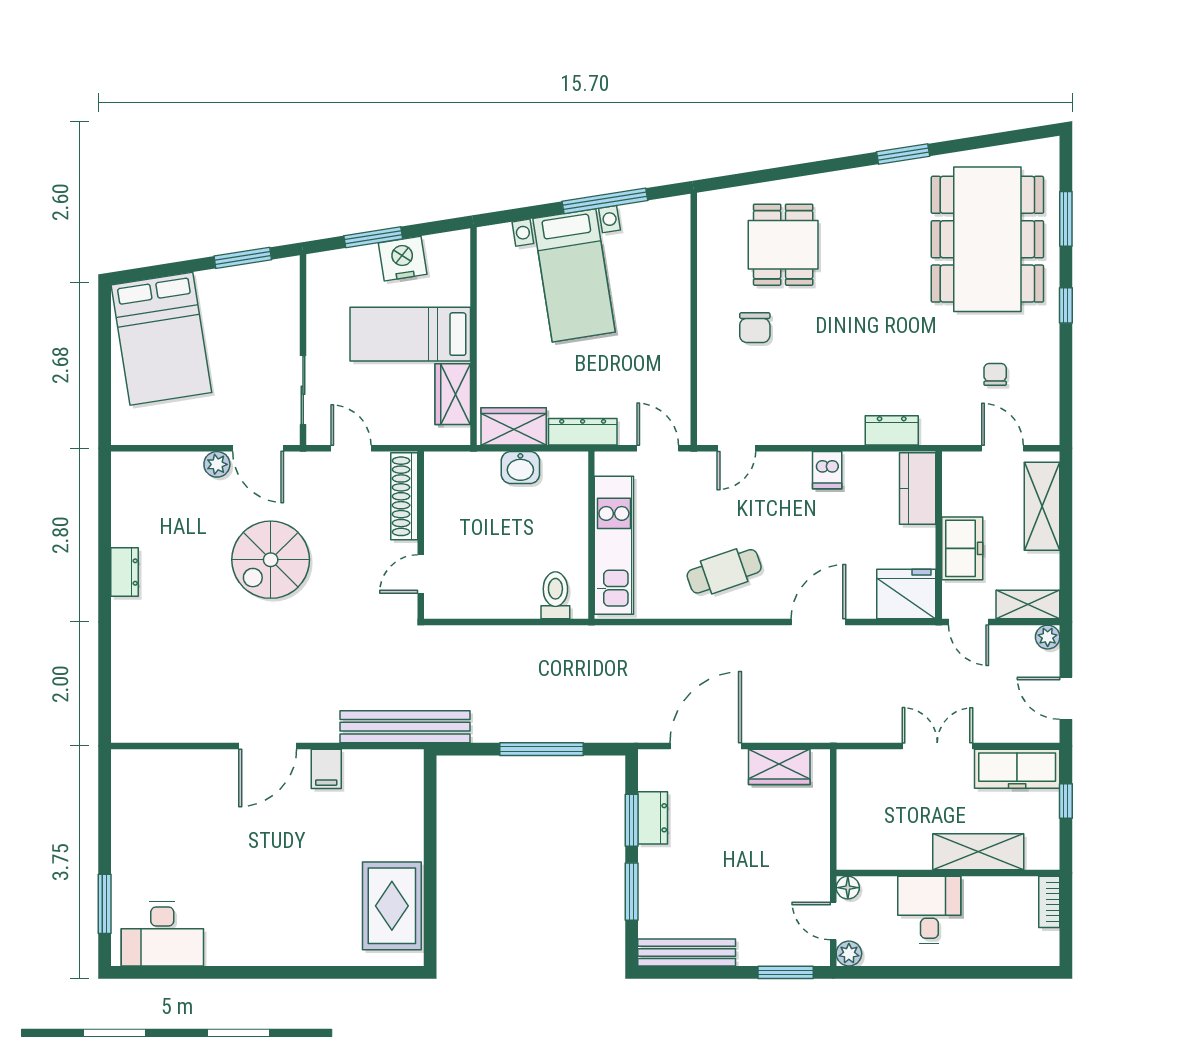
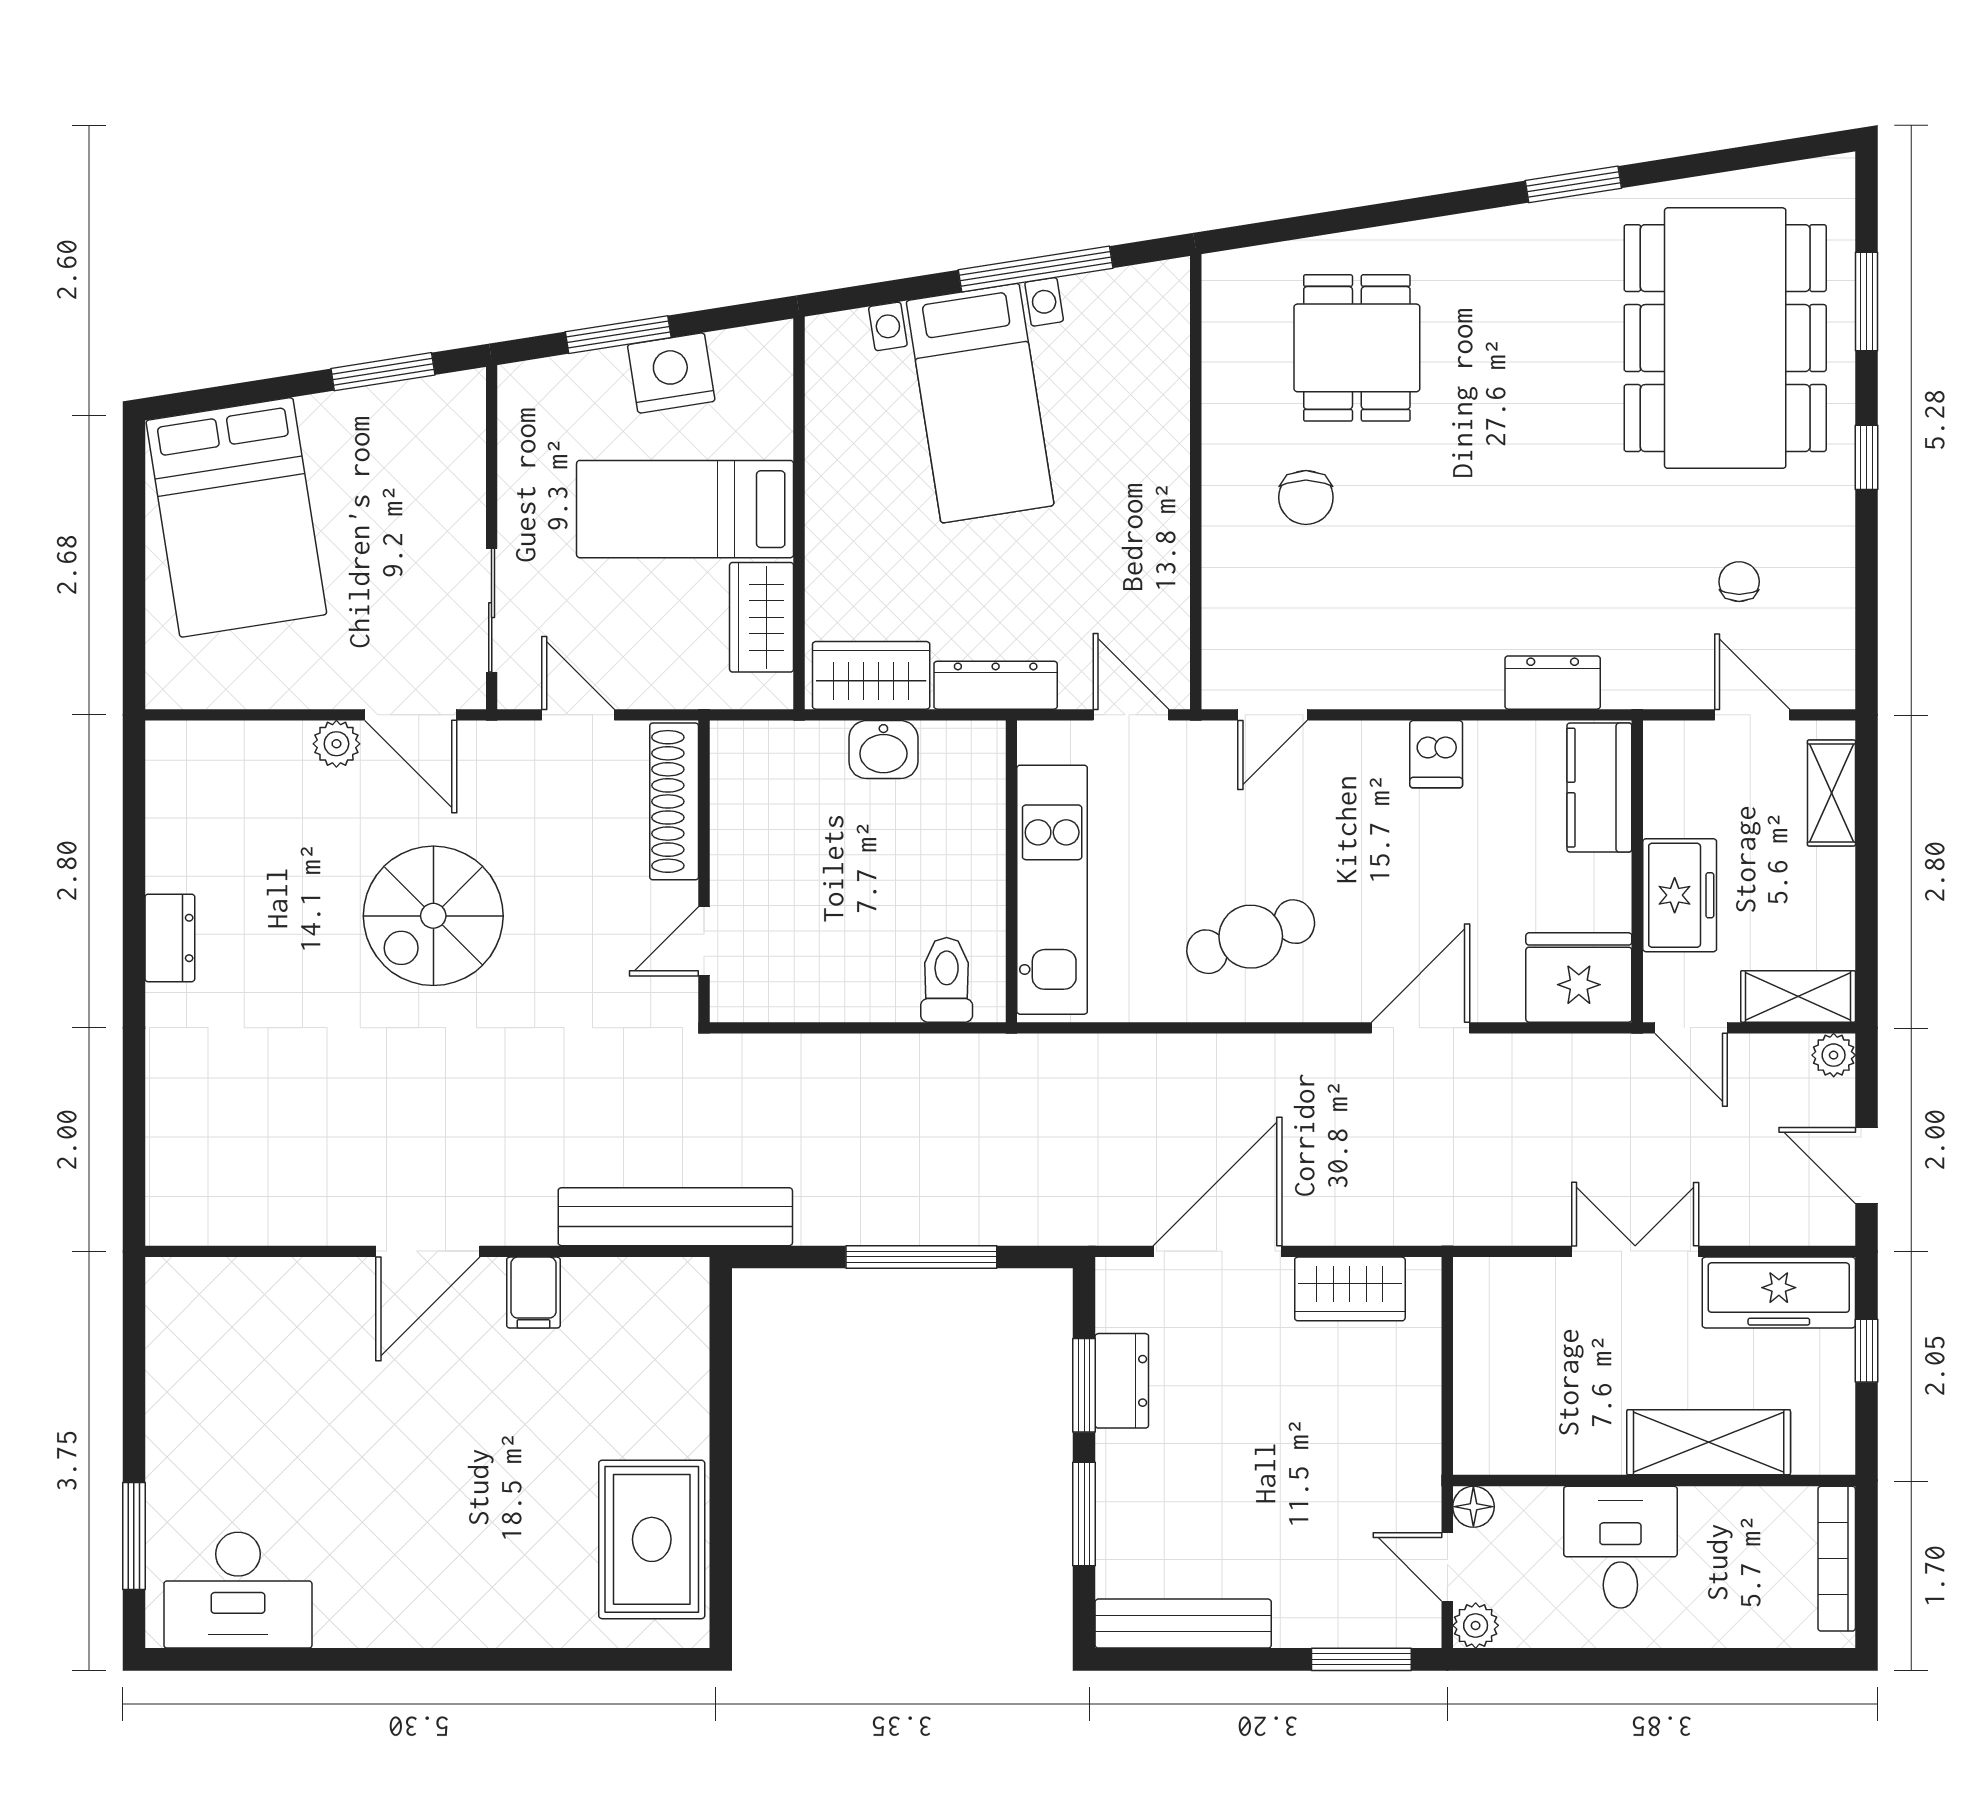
shelving: (1042, 506) -> (1831, 793), width x0.67, depth x0.75
bookcase: (1049, 902) -> (1837, 1559), width x1.56

